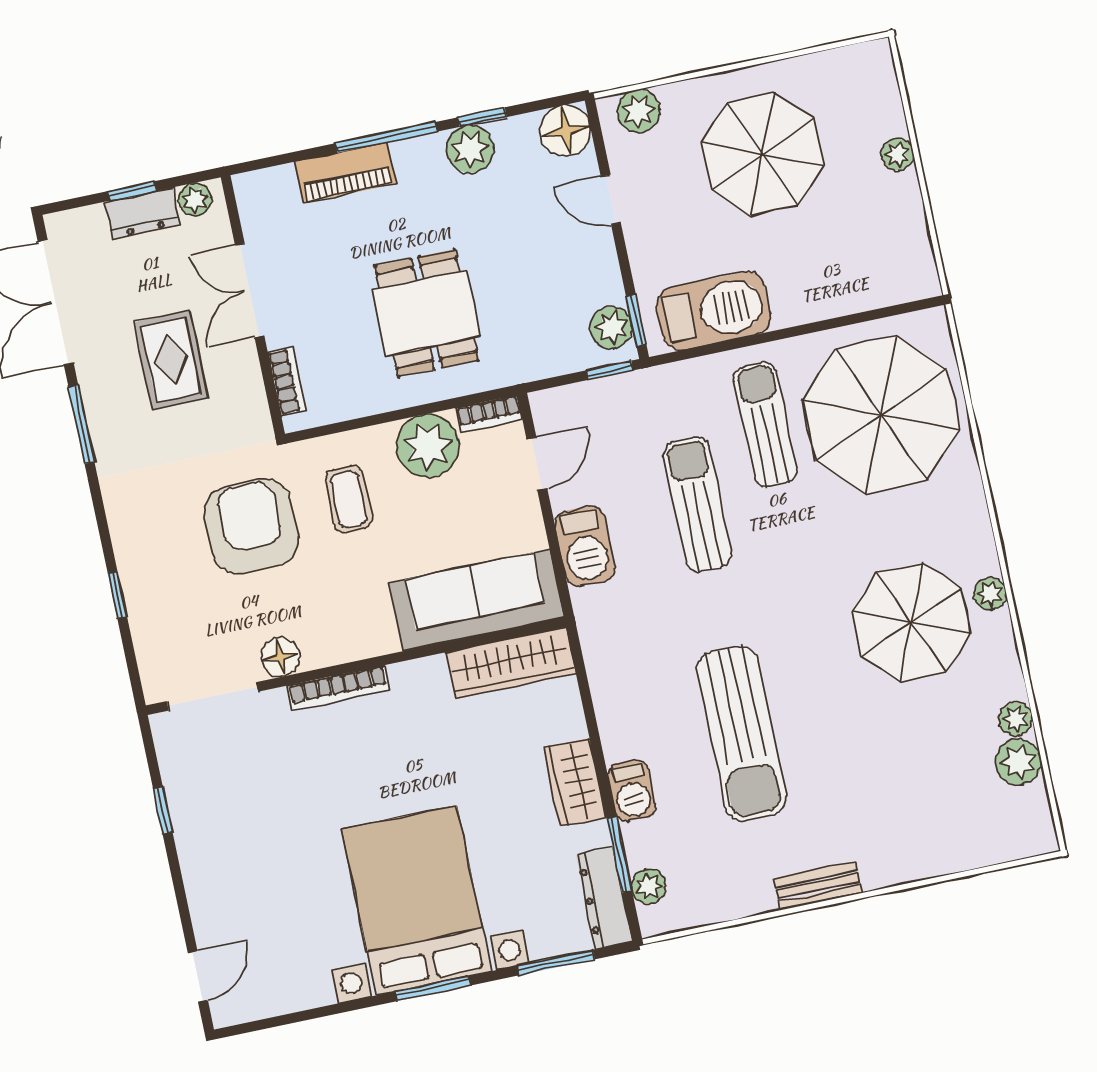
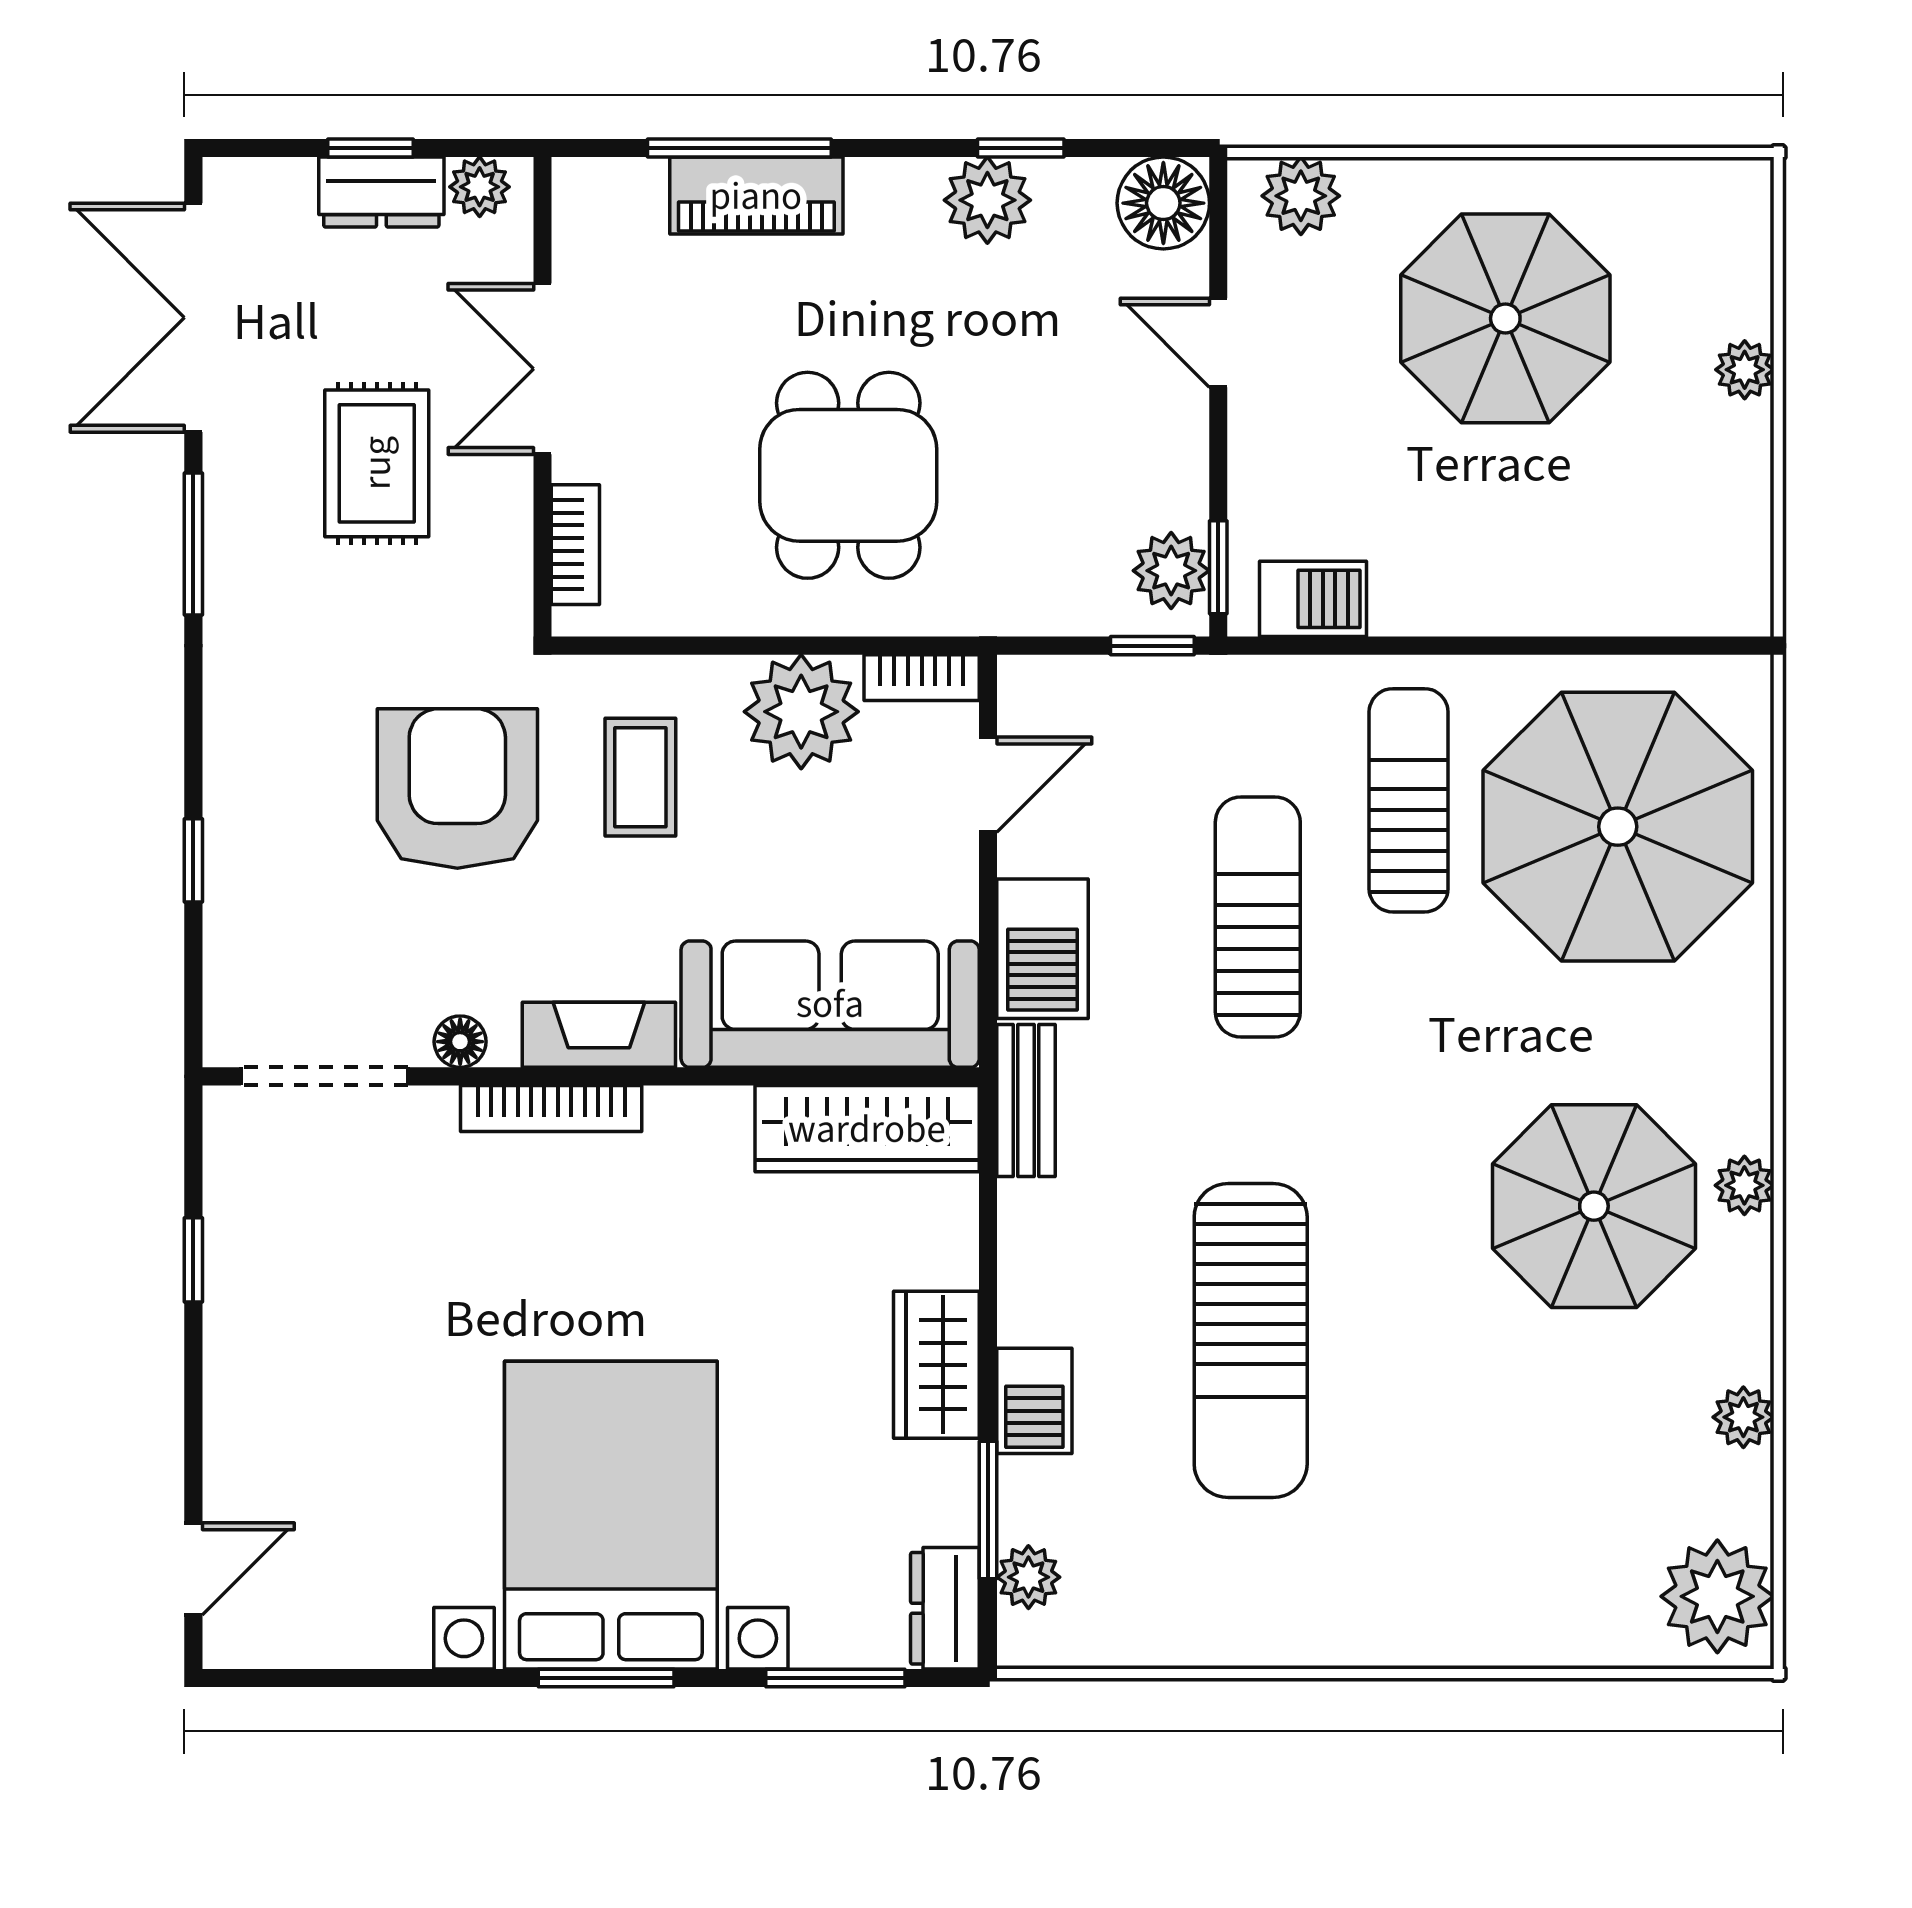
window: (386, 137) -> (739, 148), moved
barbecue: (714, 311) -> (1313, 599), width x0.53, depth x0.65
fireplace: (356, 643) -> (599, 1035), added
floor lamp: (281, 657) -> (460, 1042), width x0.73, depth x0.73
plant: (1019, 762) -> (1717, 1596), moved, width x1.36, depth x1.36
bench: (818, 886) -> (1026, 1101), moved, turned 90
dresser: (604, 898) -> (945, 1608), width x0.70

